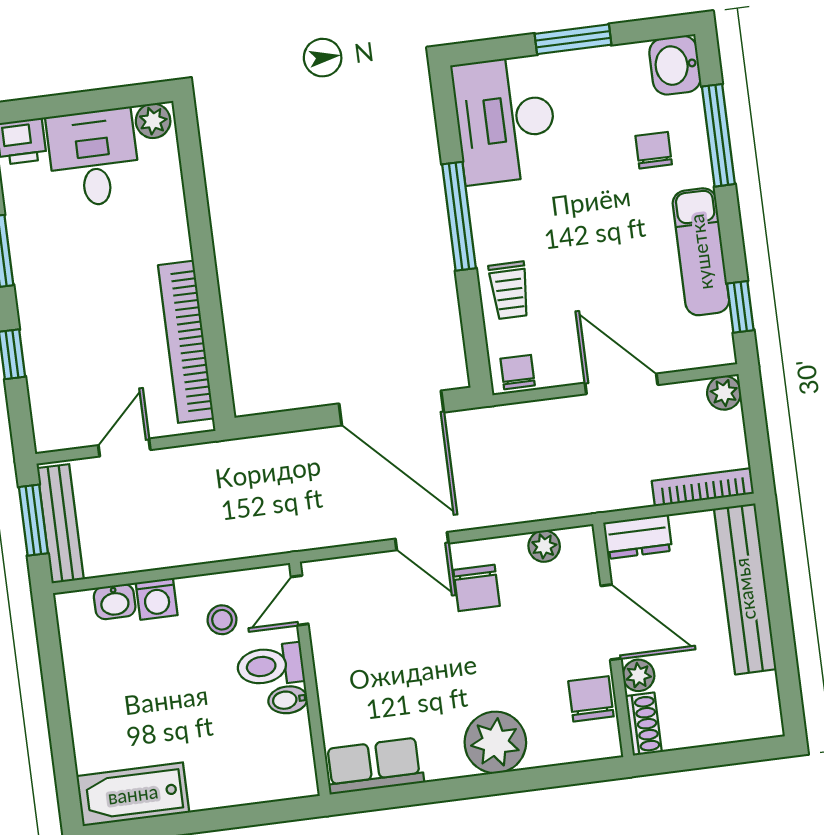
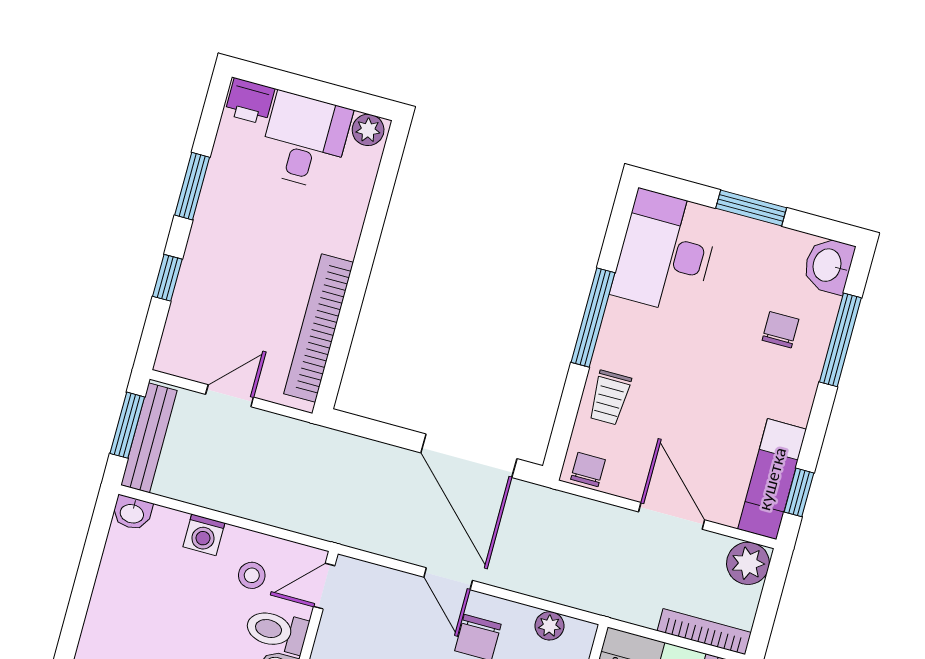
exam couch: (701, 252) -> (772, 479), moved
plant: (724, 393) -> (748, 563), width x1.38, depth x1.38
washbasin: (115, 602) -> (132, 513), moved

